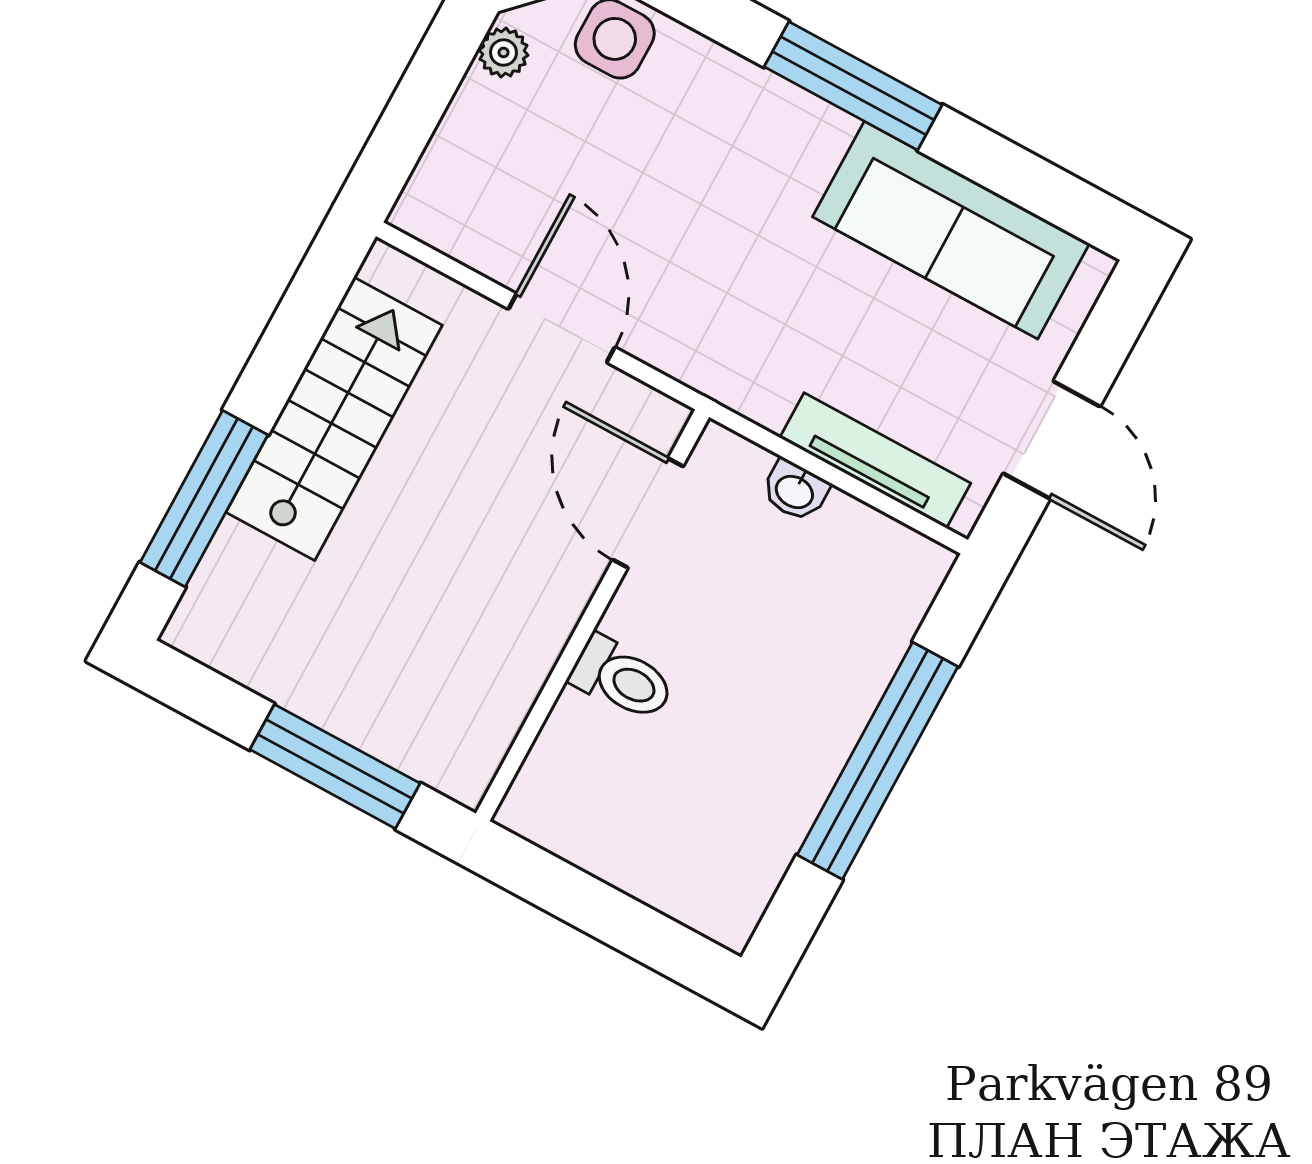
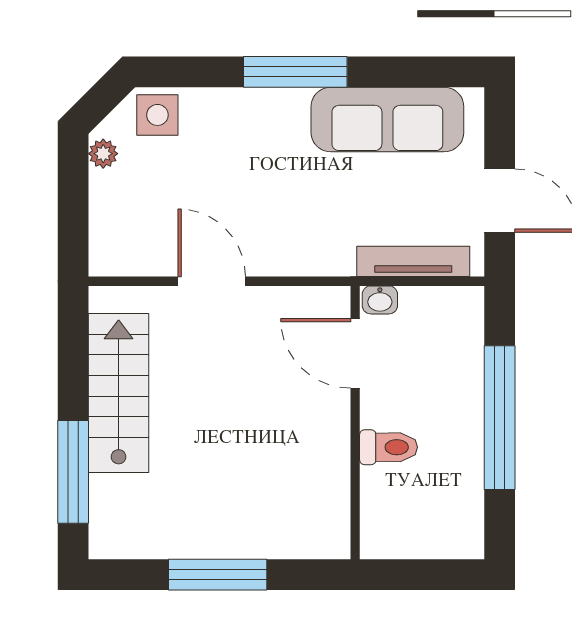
door: (648, 513) -> (355, 353), moved
wall: (592, 615) -> (355, 423), moved
toilet: (622, 679) -> (389, 447), moved

